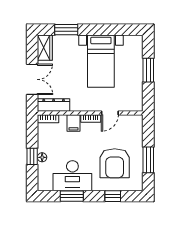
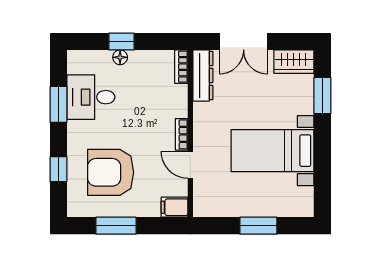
filing cabinet: (73, 123) -> (175, 207), moved
desk: (72, 176) -> (91, 97), width x0.73

